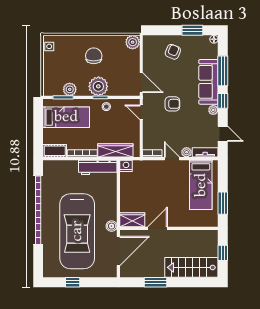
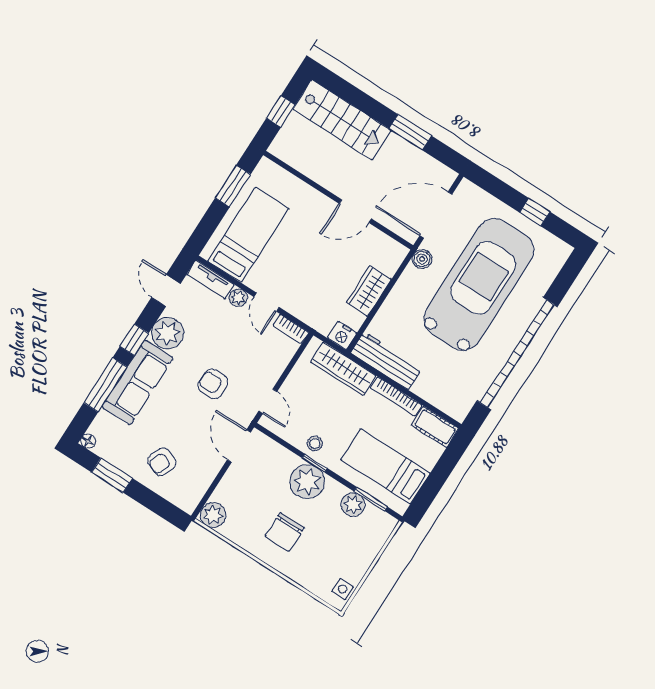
plant: (213, 110) -> (168, 333), width x1.87, depth x1.87
wardrobe: (132, 220) -> (369, 291), moved, turned 90

